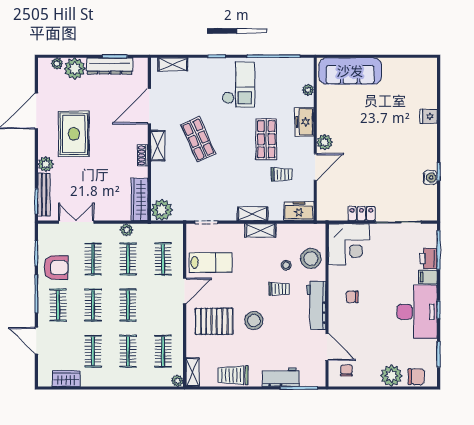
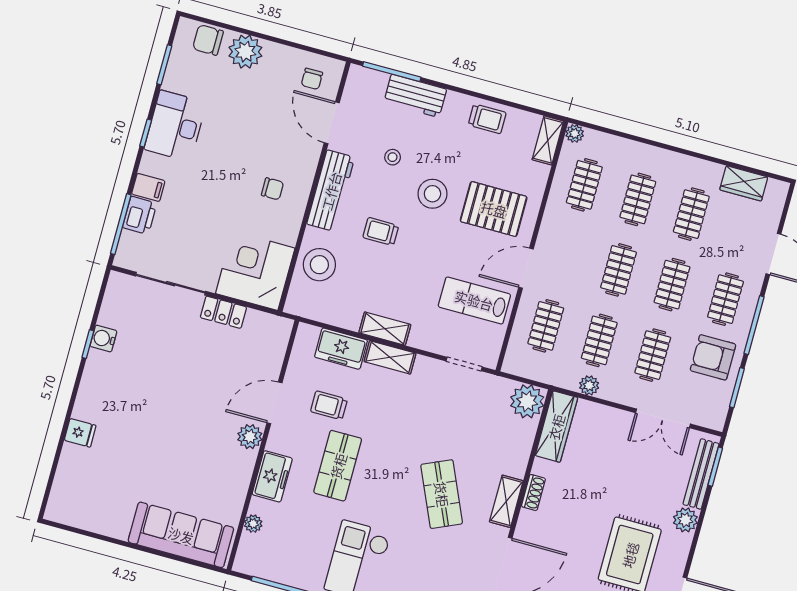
freezer: (299, 211) -> (341, 349), moved
stool: (286, 265) -> (393, 157), moved
desk: (417, 312) -> (175, 126), width x0.73, depth x0.77
trolley: (233, 375) -> (487, 119), width x0.73, depth x0.72

